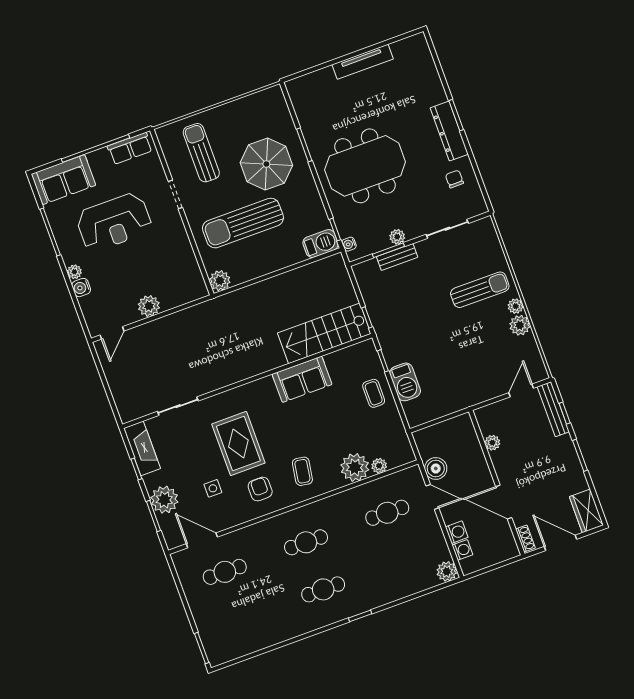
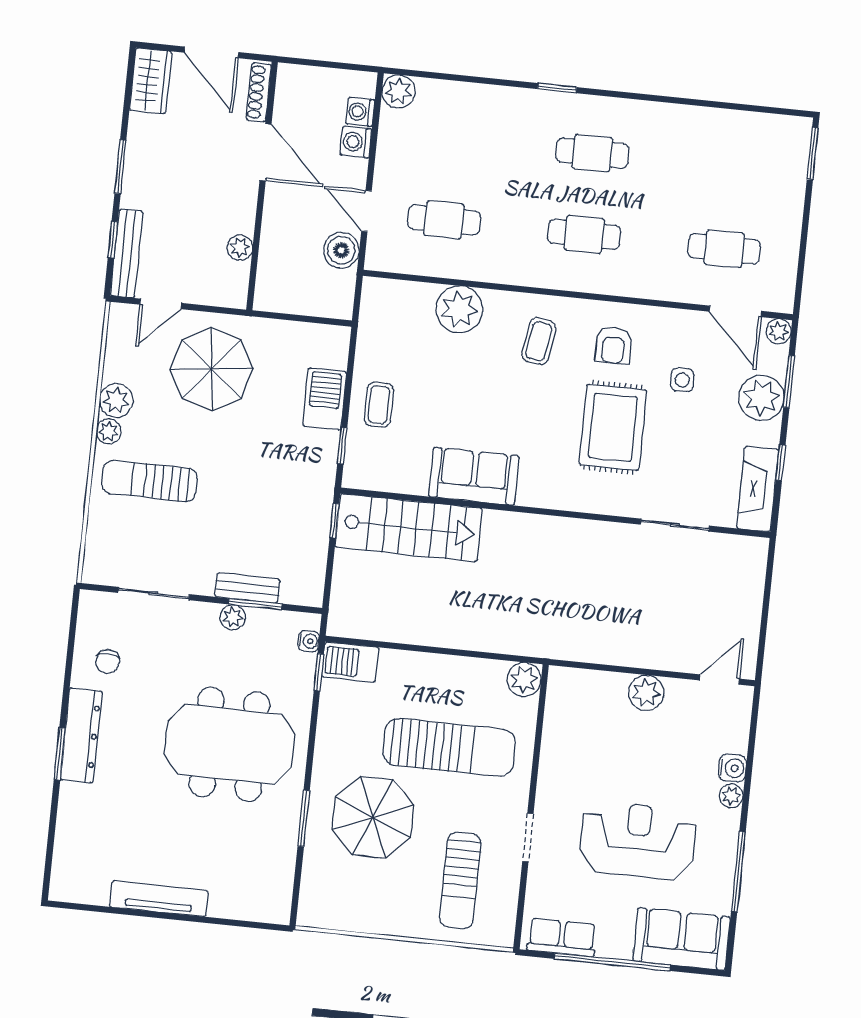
parasol: (475, 368) -> (212, 369), added
plant: (379, 466) -> (779, 331), moved
shoe rack: (525, 539) -> (259, 92), width x1.43

